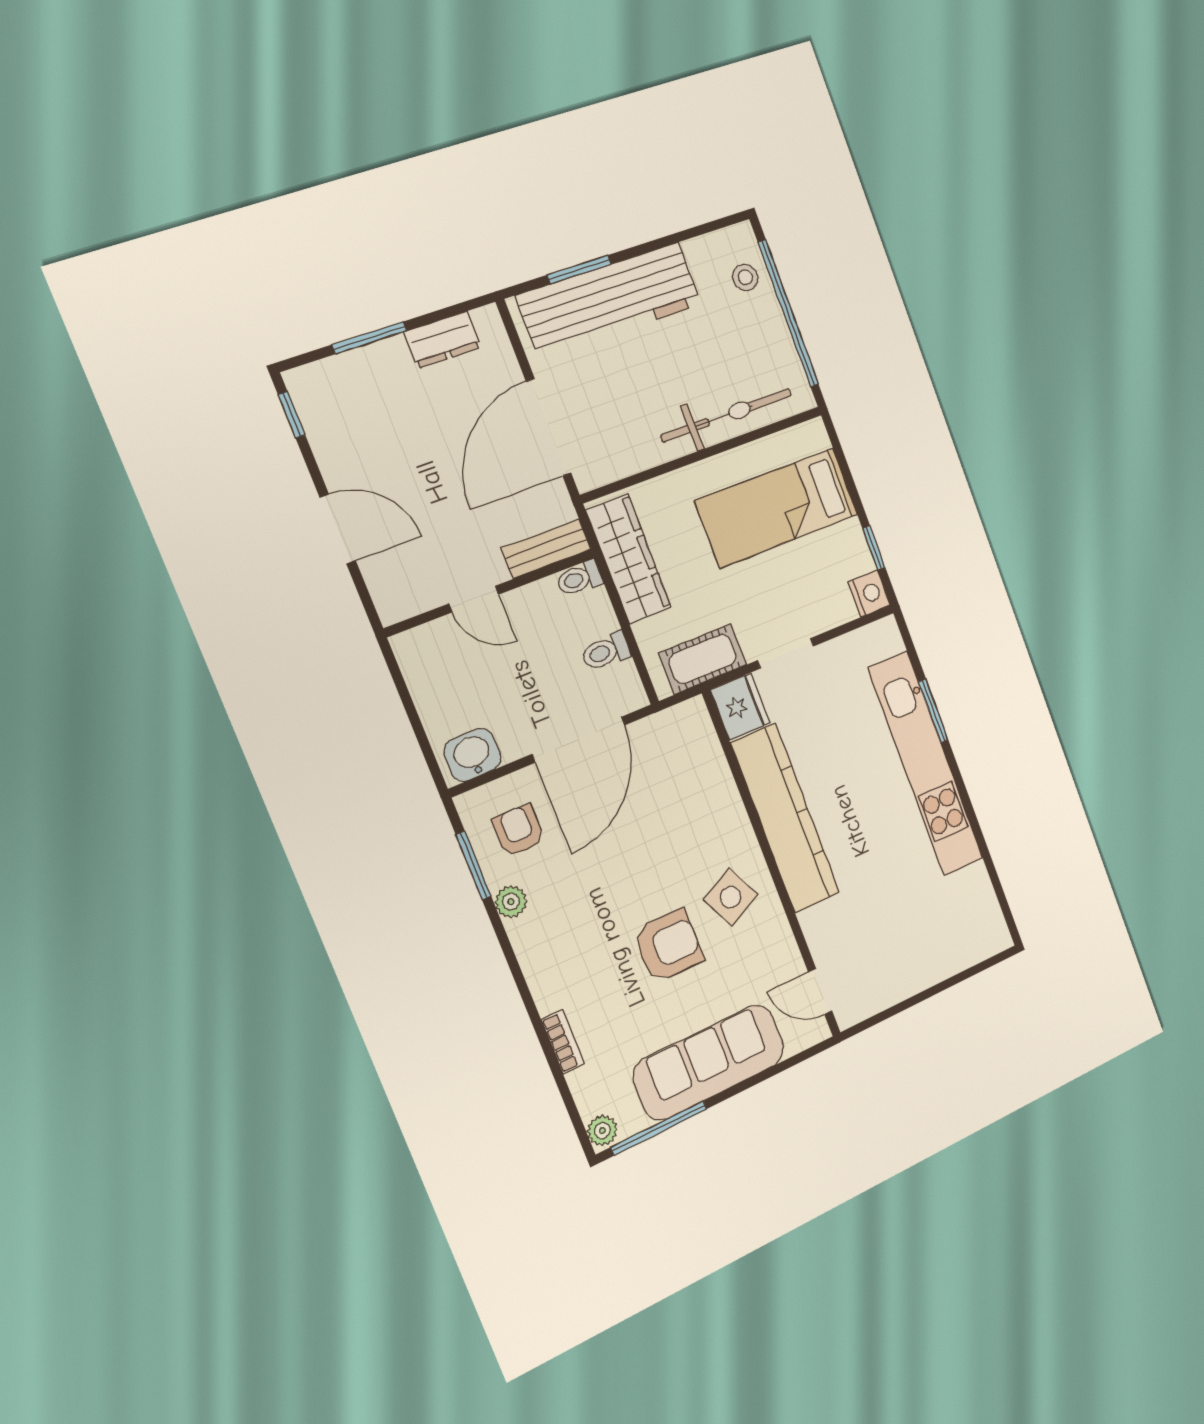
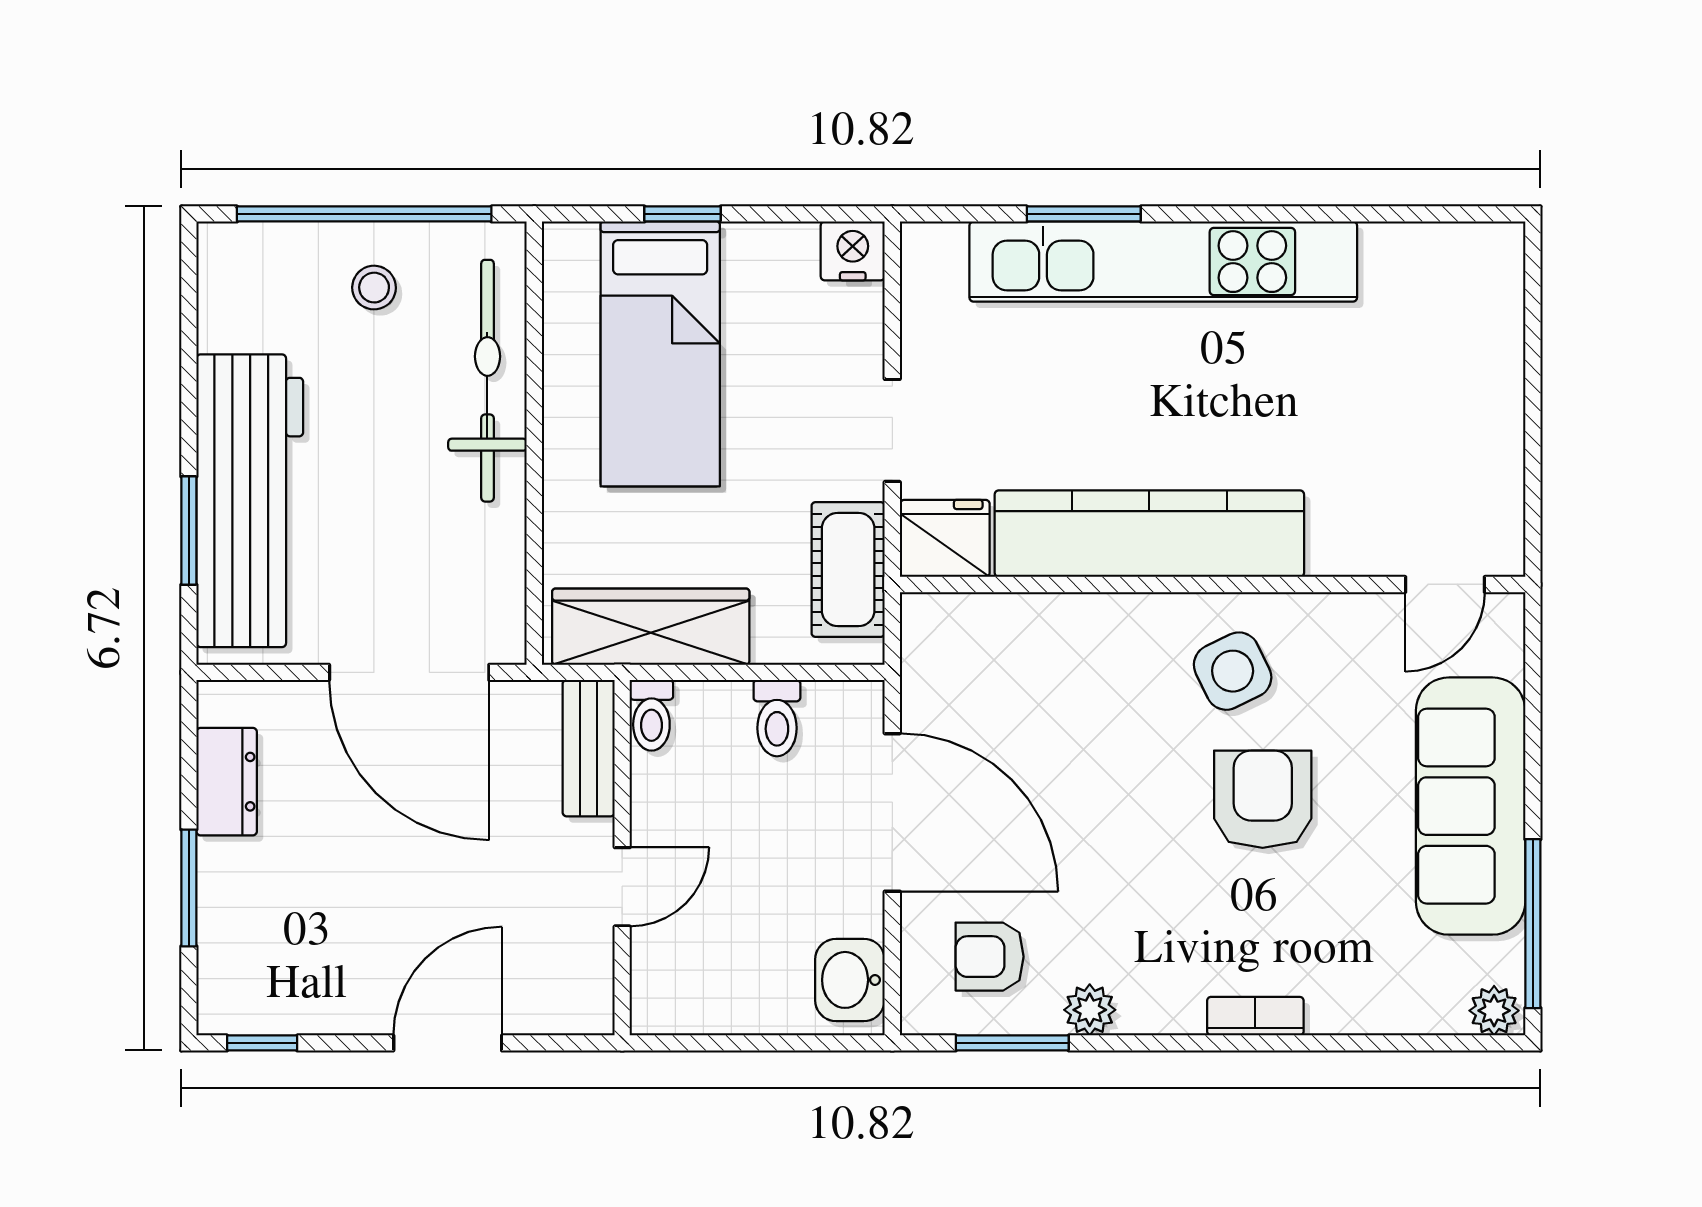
stool: (745, 277) -> (374, 288), moved
window: (874, 548) -> (683, 214), moved
bookcase: (563, 1042) -> (1255, 1016), moved

